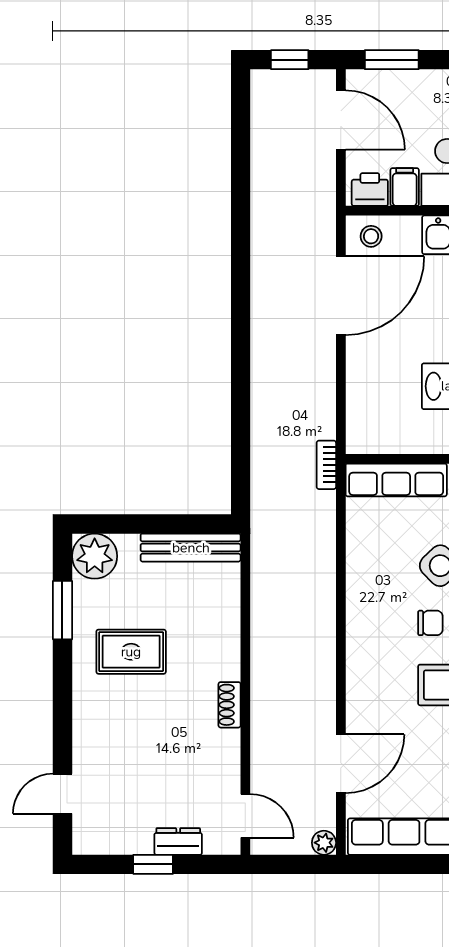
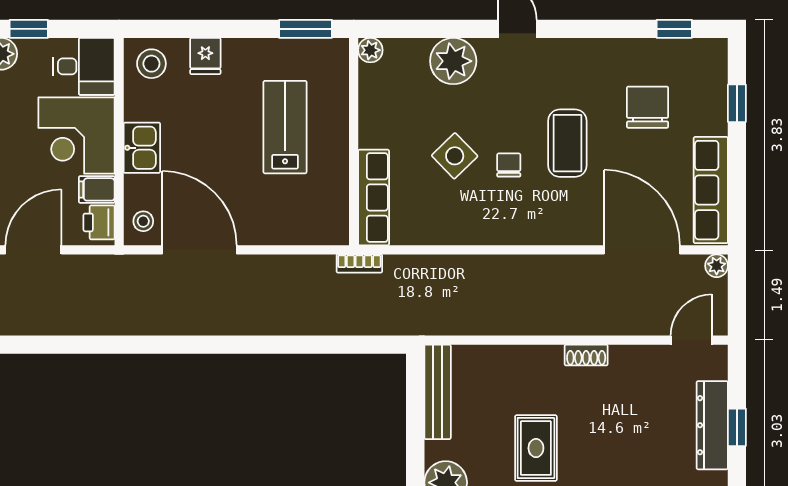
door: (341, 764) -> (642, 250), width x1.36
dresser: (178, 841) -> (712, 425), width x1.96, depth x1.24

